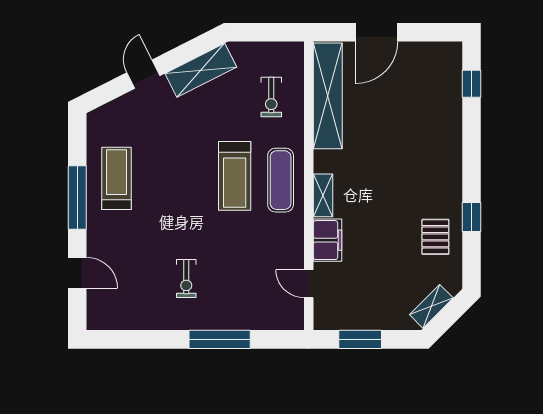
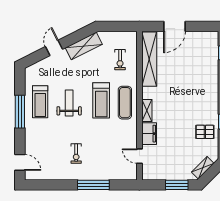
treadmill: (116, 178) -> (40, 102), turned 180
weight bench: (173, 181) -> (69, 103), added
pallet: (435, 237) -> (205, 132), turned 90
door: (77, 273) -> (20, 162), moved
window: (360, 339) -> (177, 185), moved

